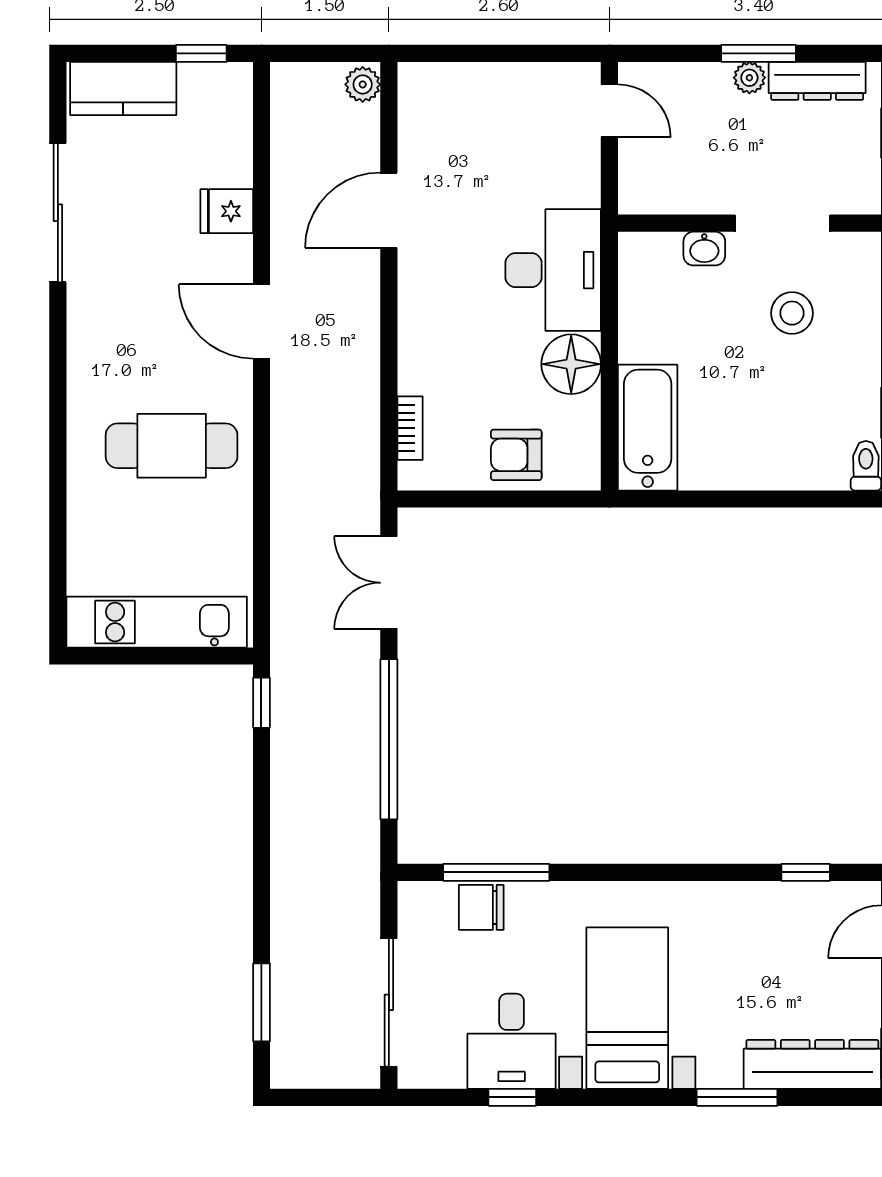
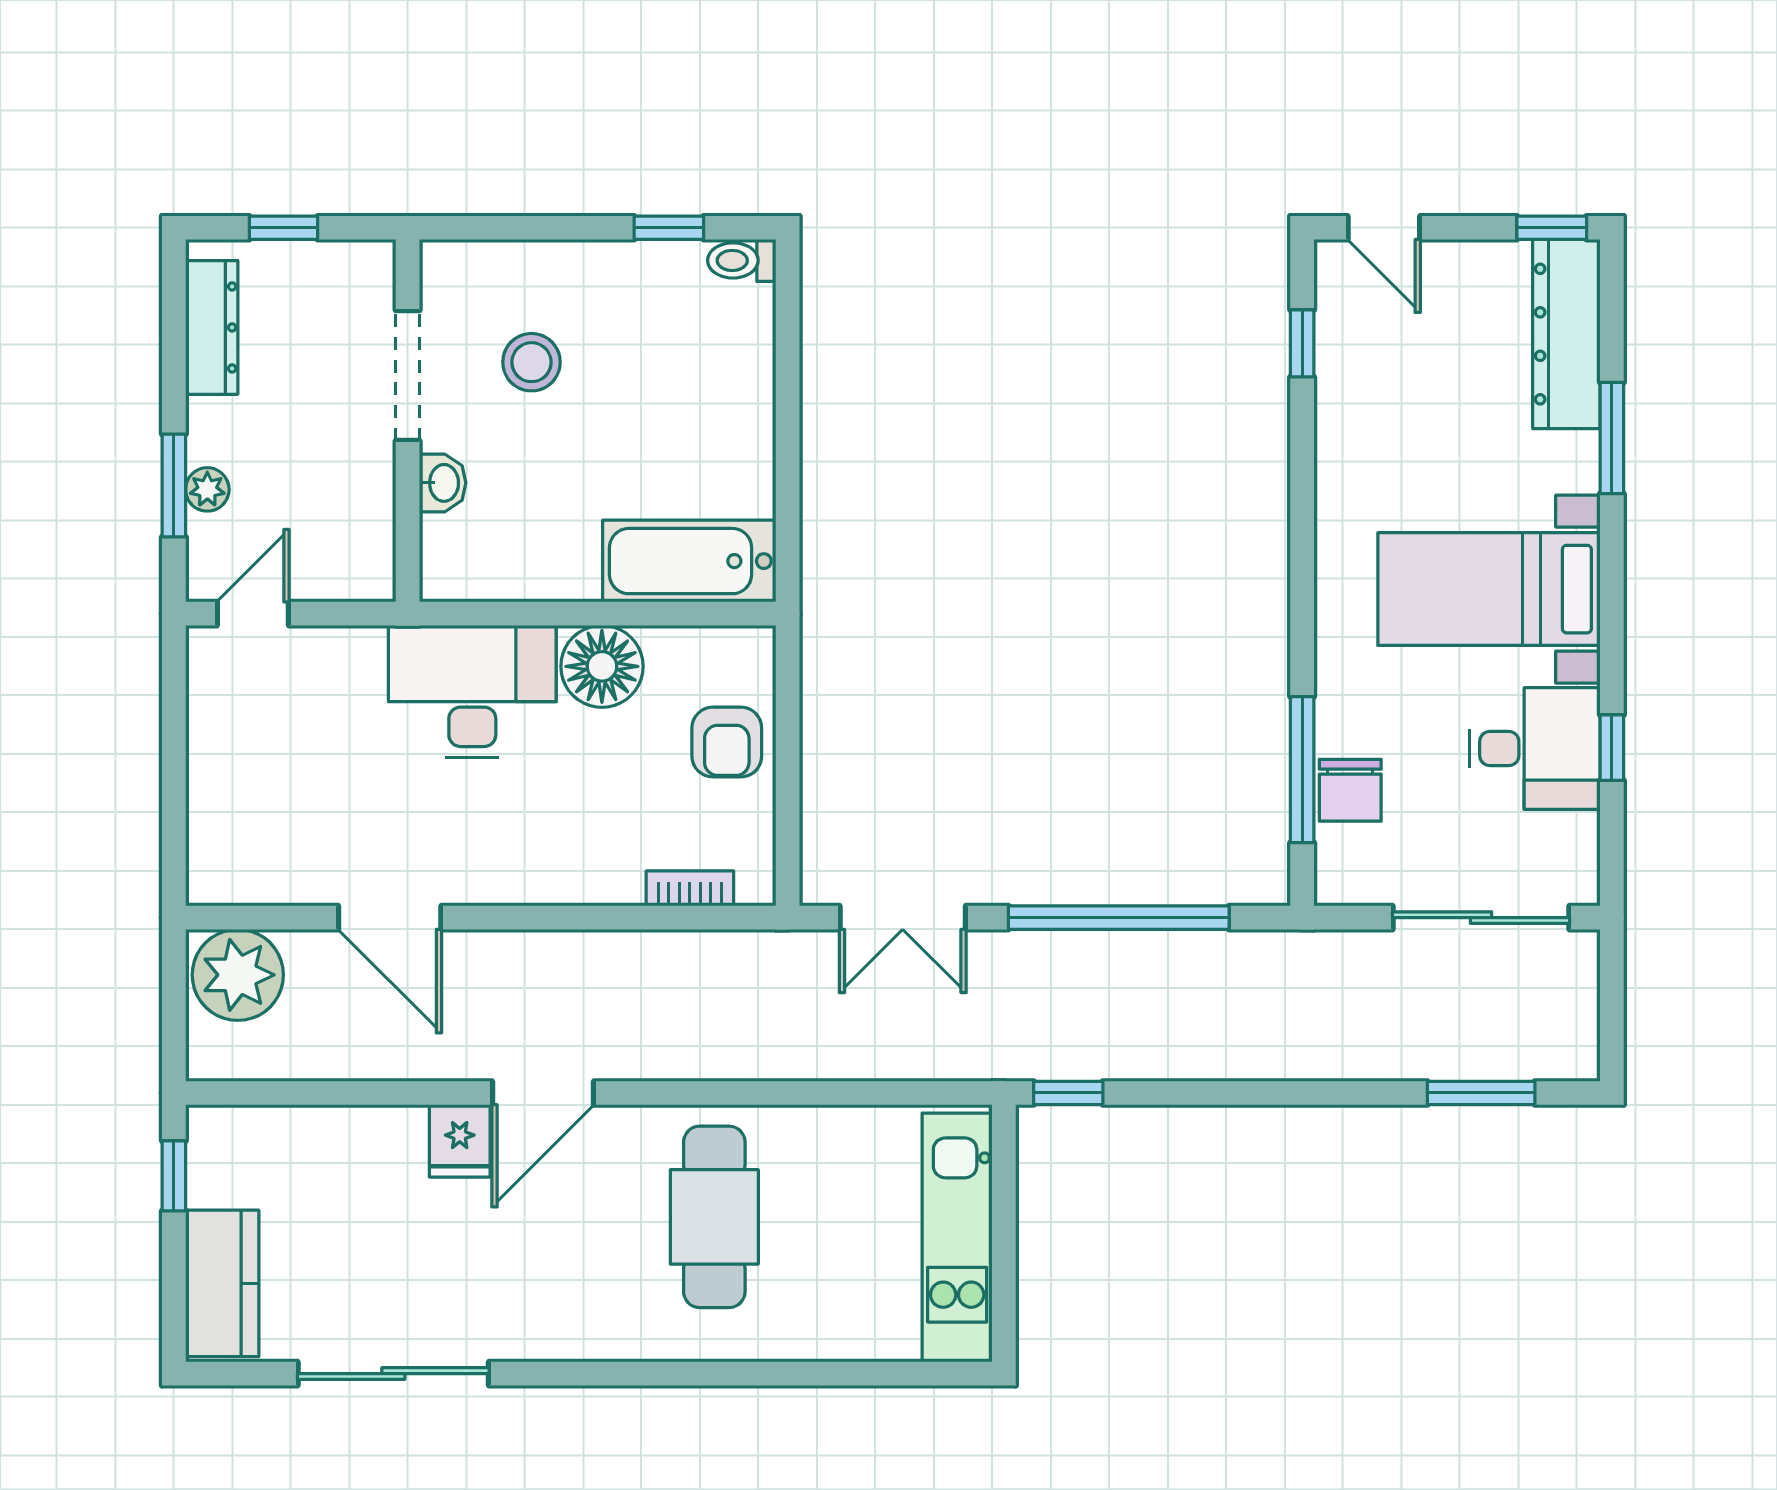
window: (758, 53) -> (174, 485), moved
plant: (749, 78) -> (207, 489), moved
plant: (363, 84) -> (238, 975), width x1.87, depth x1.87
fridge: (227, 211) -> (460, 1141), moved

